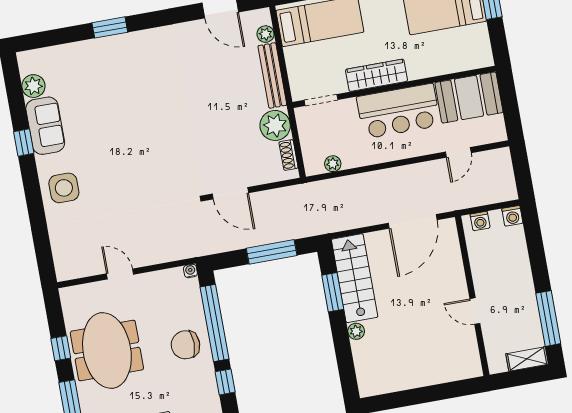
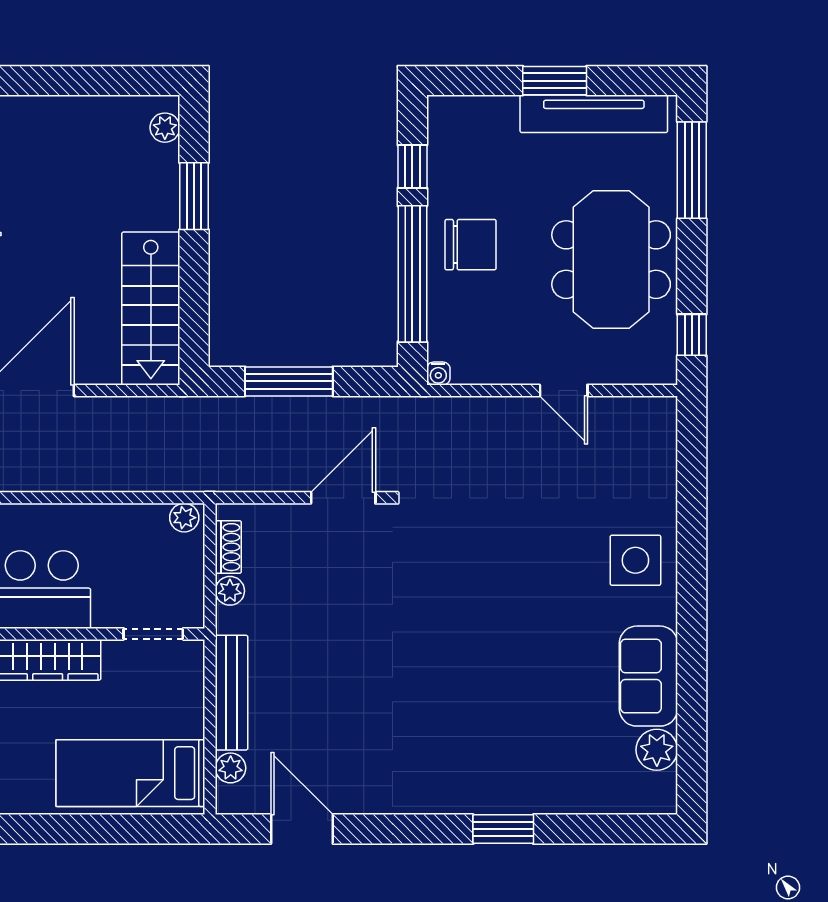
plant: (275, 125) -> (230, 591), width x0.53, depth x0.53
window: (24, 142) -> (692, 653), removed
plant: (333, 164) -> (184, 518), moved
door: (230, 193) -> (343, 498), hinge flipped
window: (333, 292) -> (194, 196), moved
plant: (356, 331) -> (165, 128), moved
window: (61, 348) -> (692, 335), moved

